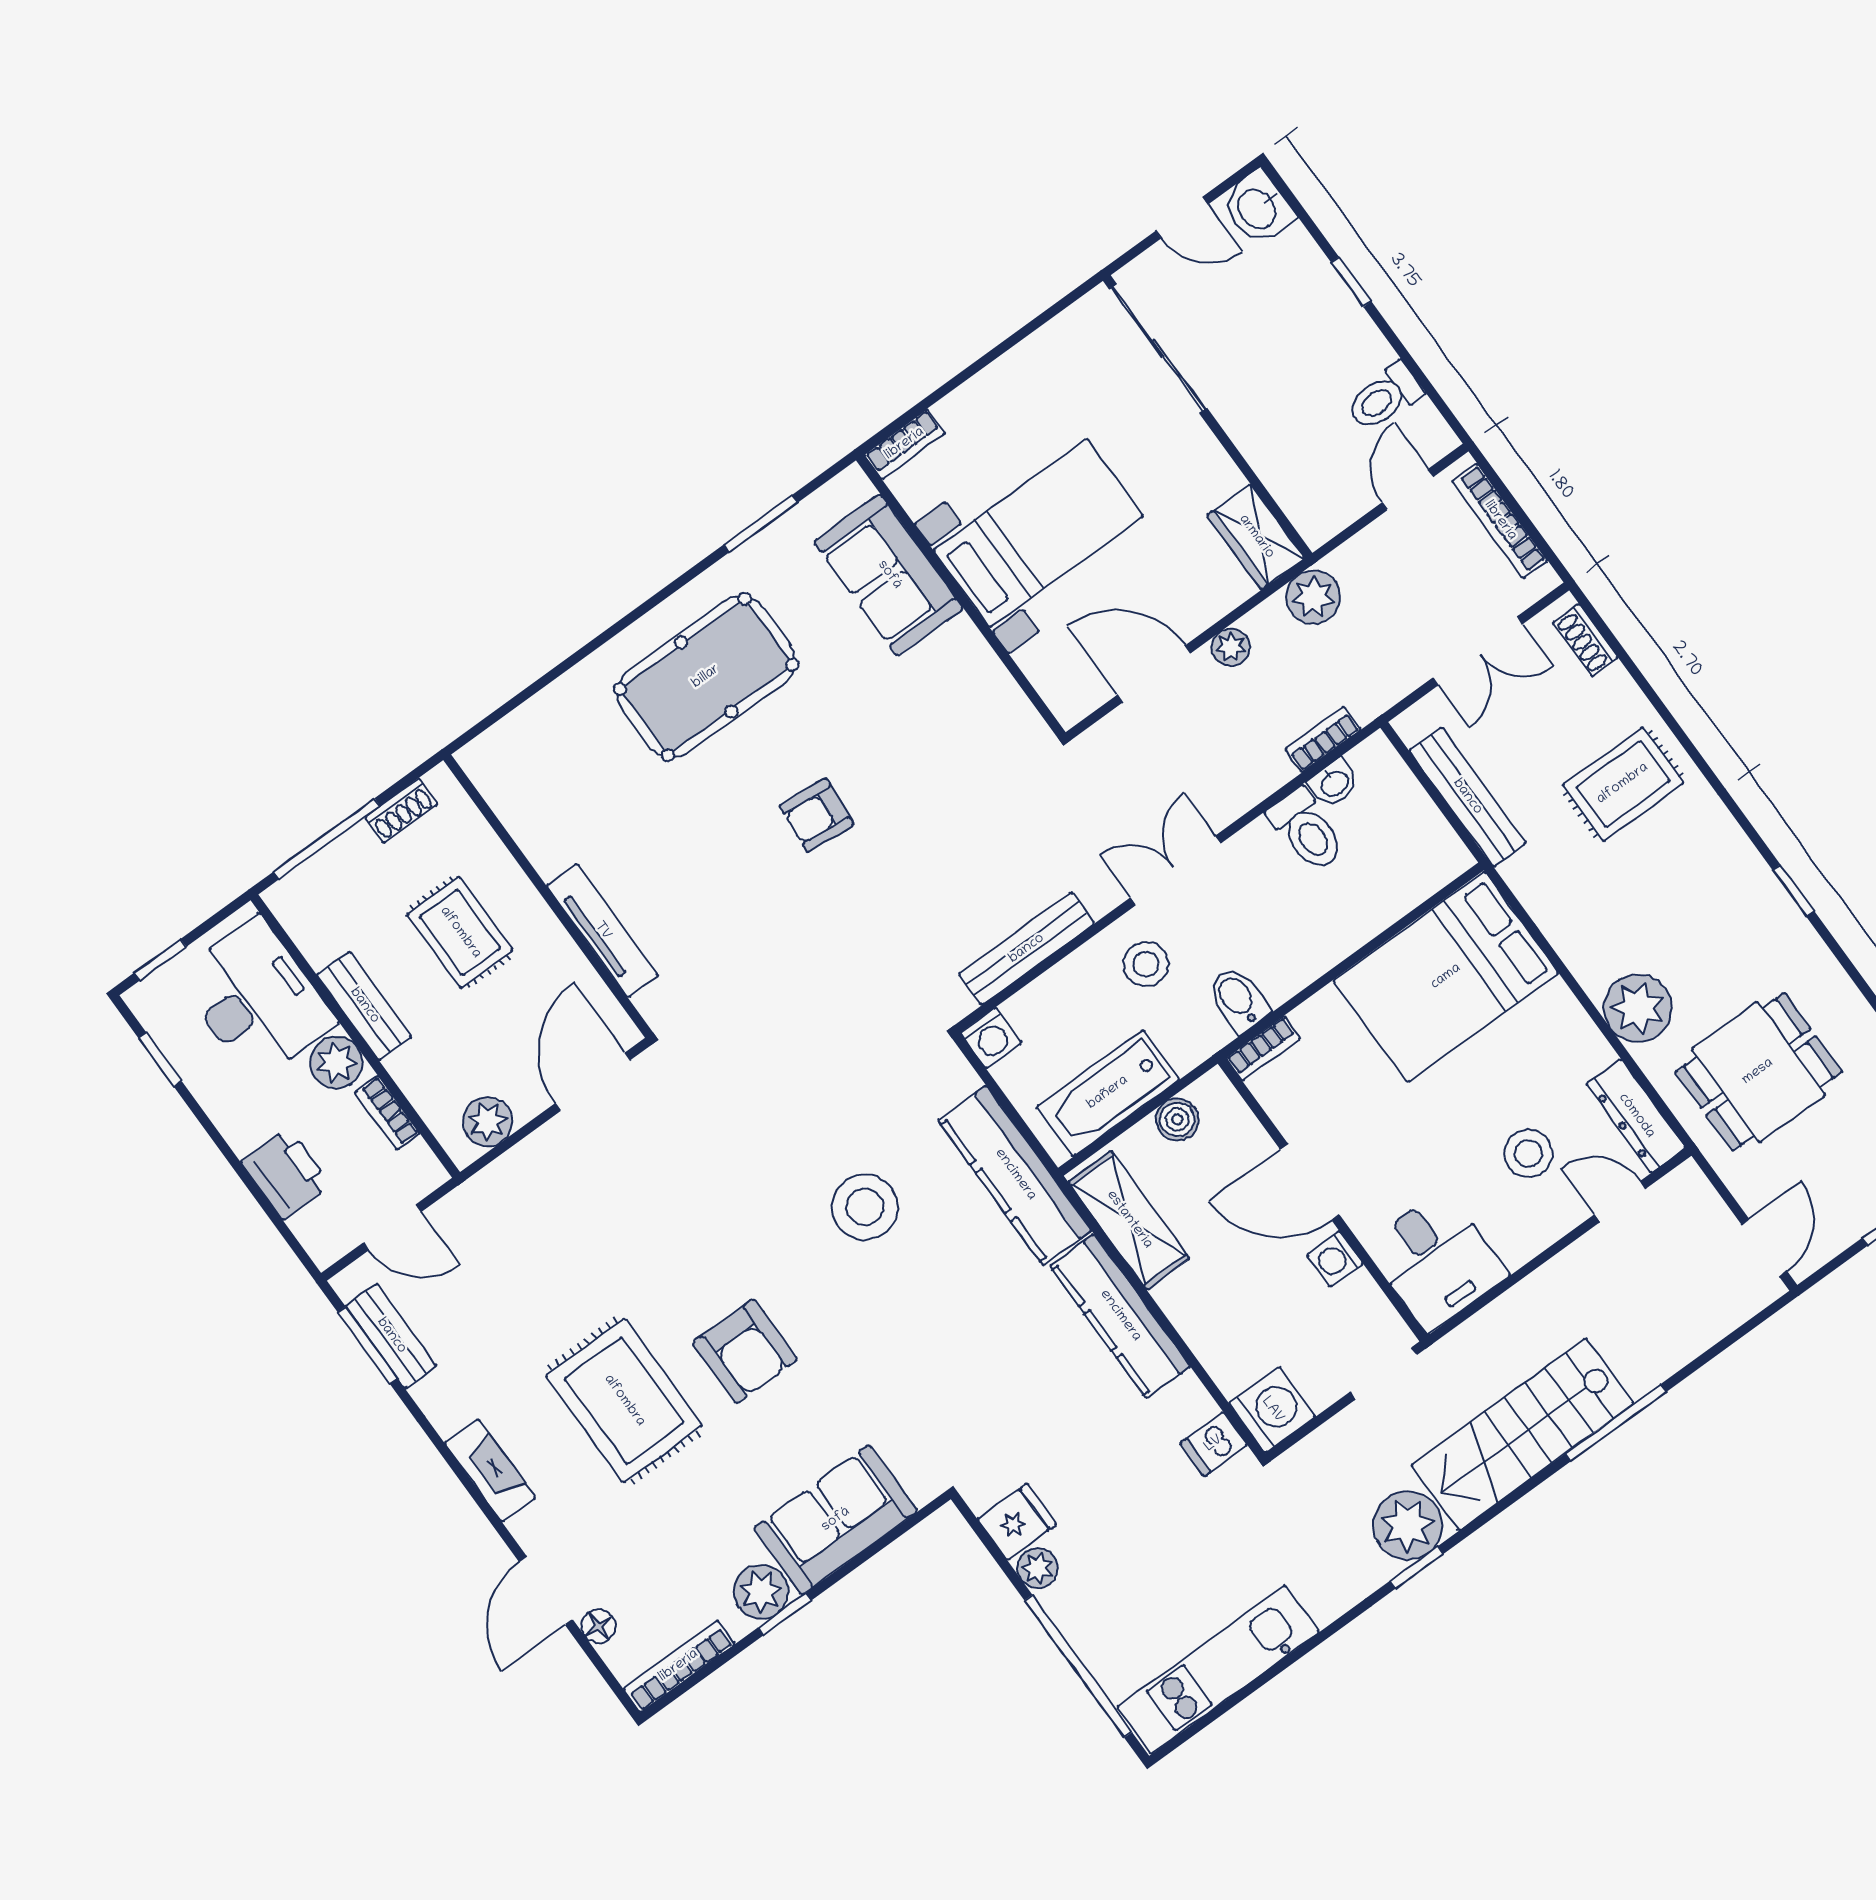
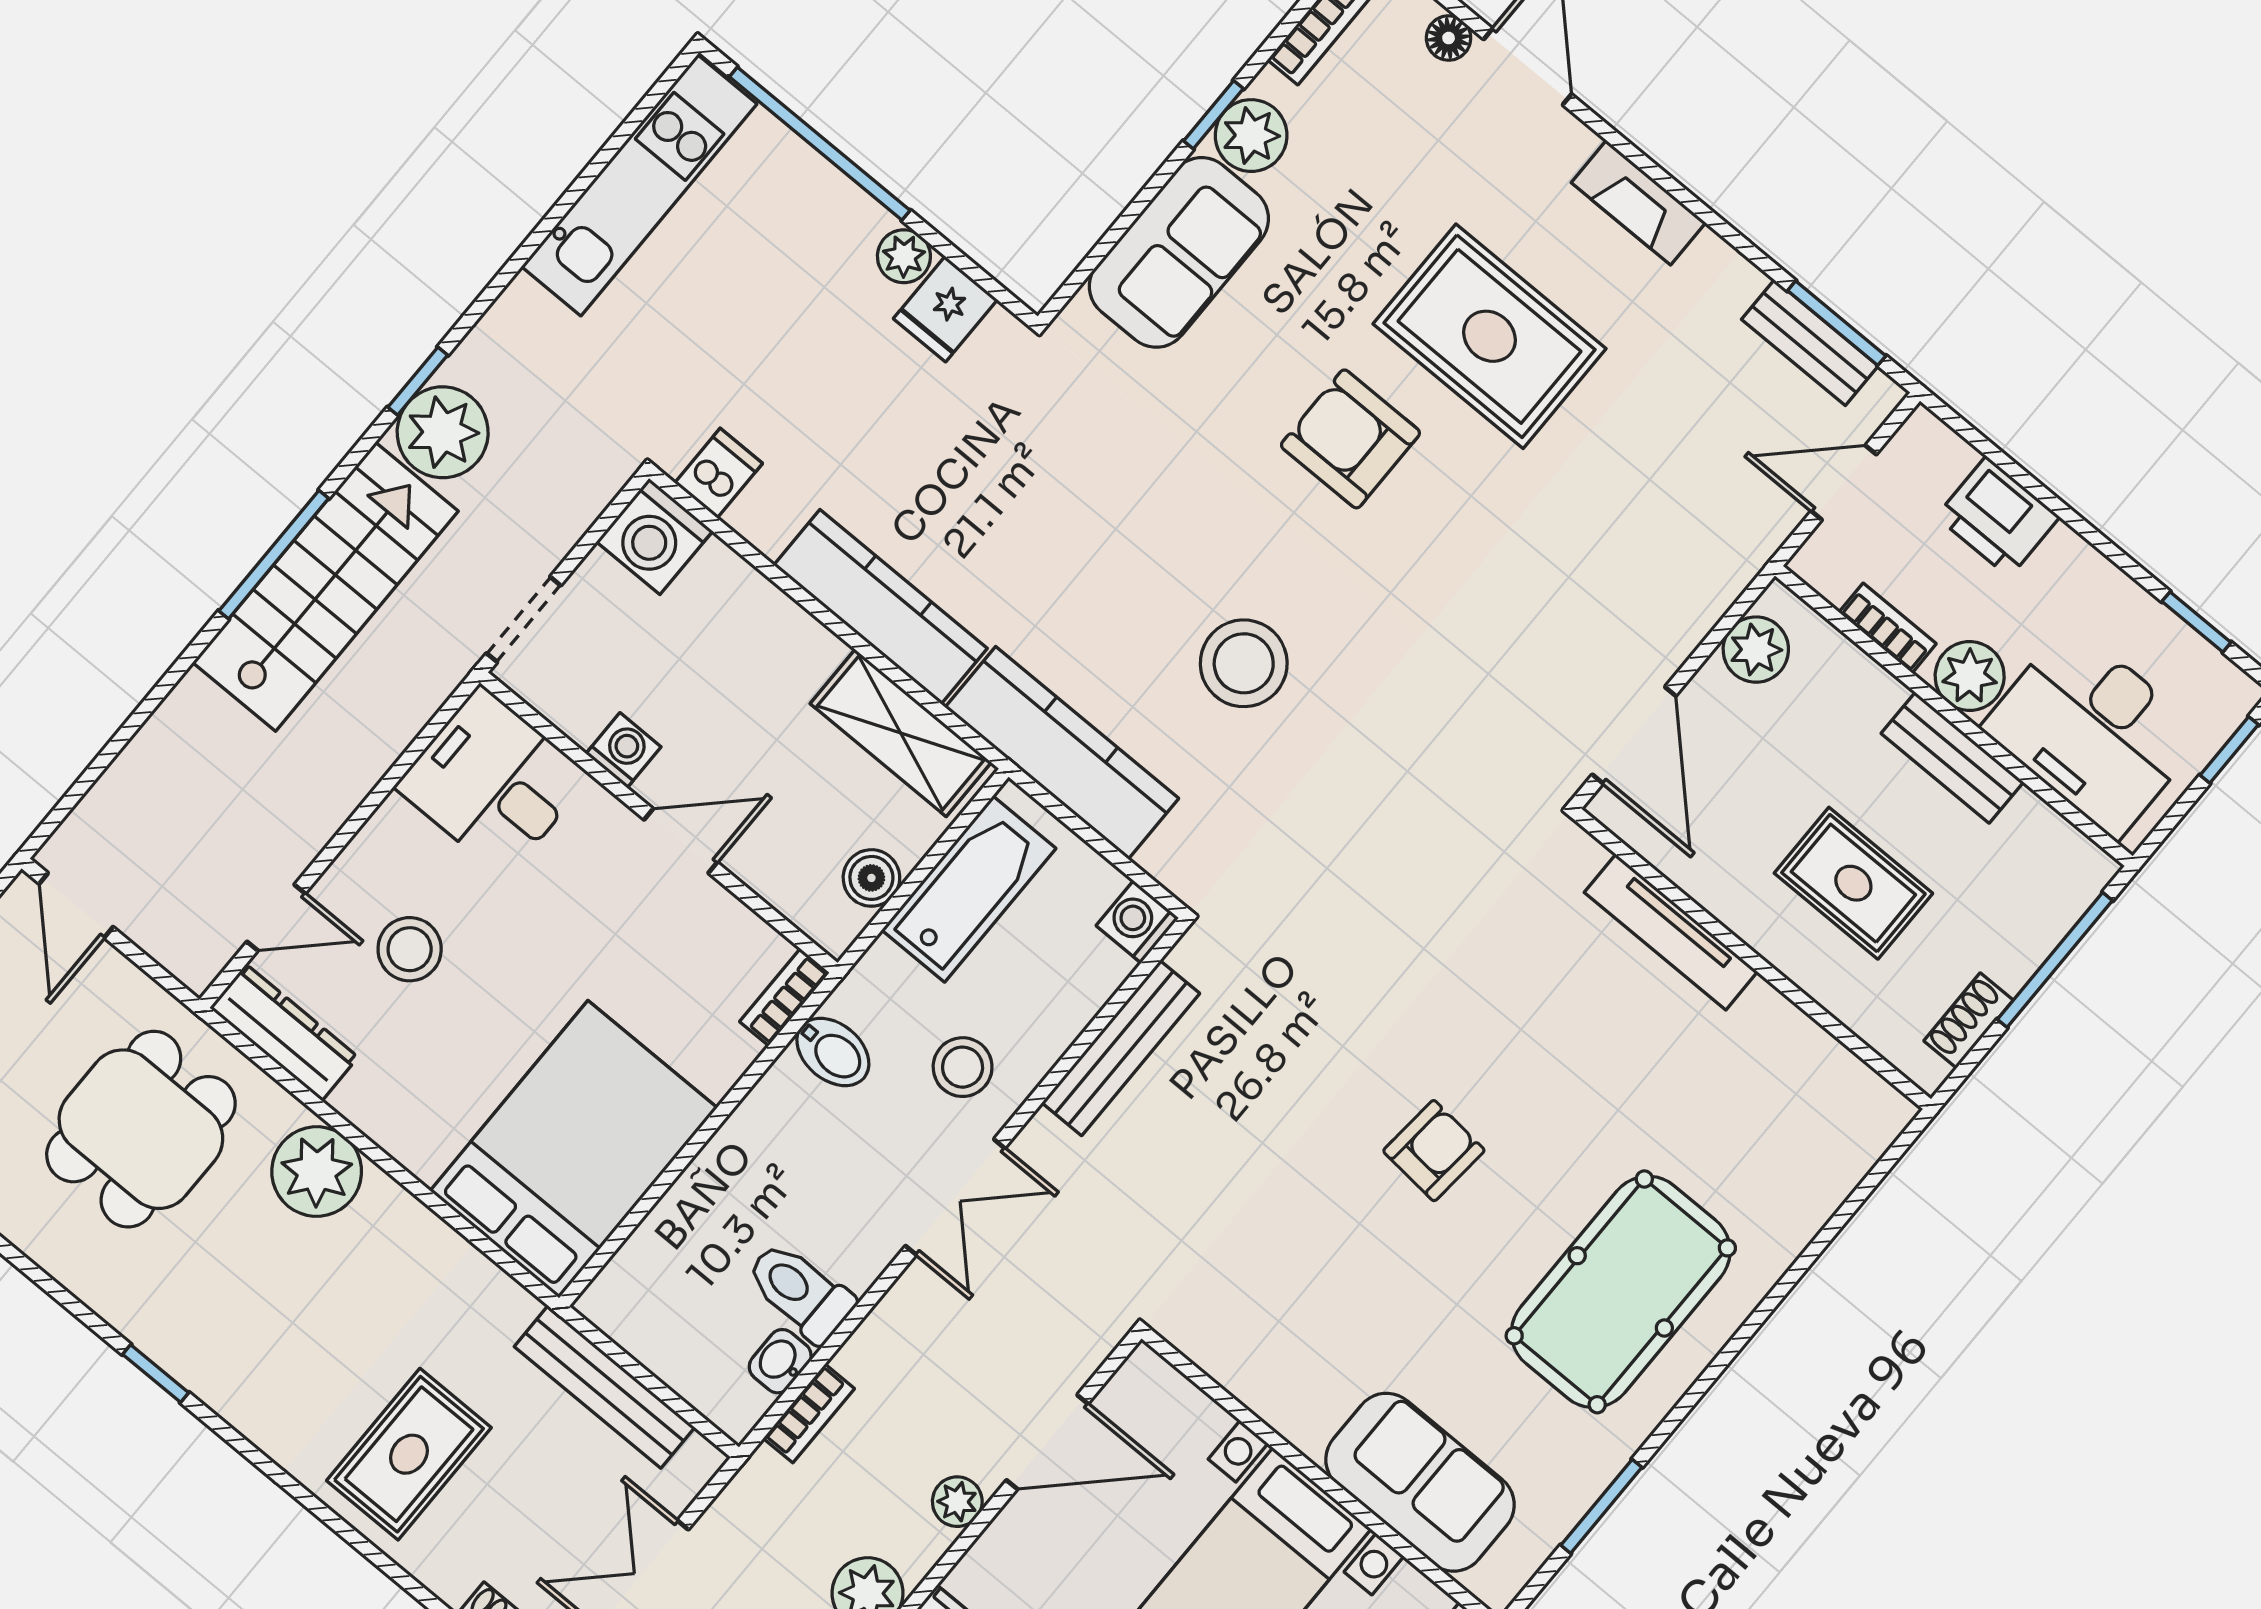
door: (1310, 1182) -> (681, 841), width x0.73
window: (1616, 1423) -> (274, 555), moved

